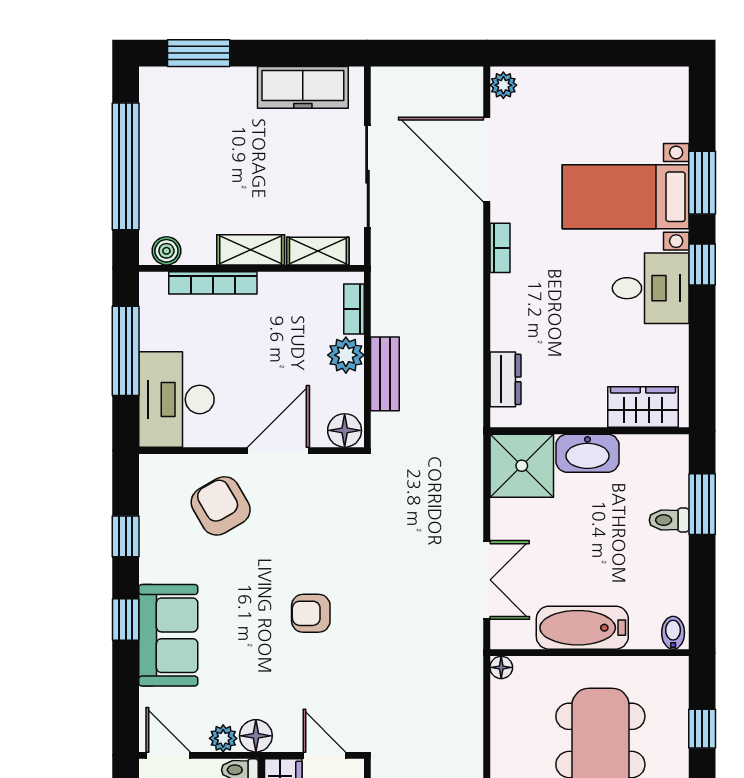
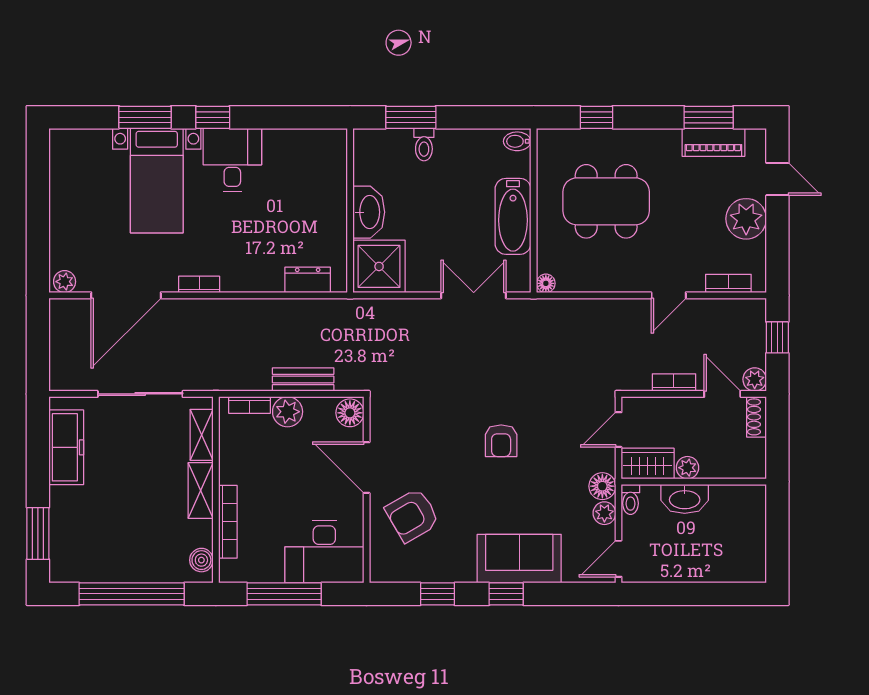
wardrobe: (643, 407) -> (331, 166), removed

